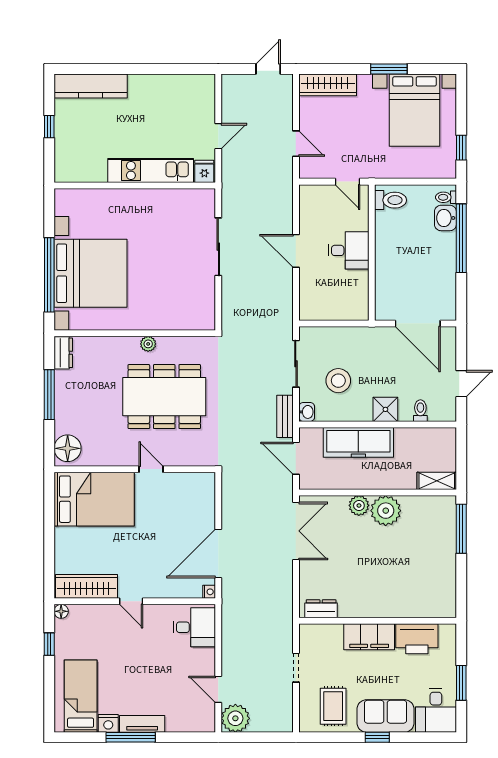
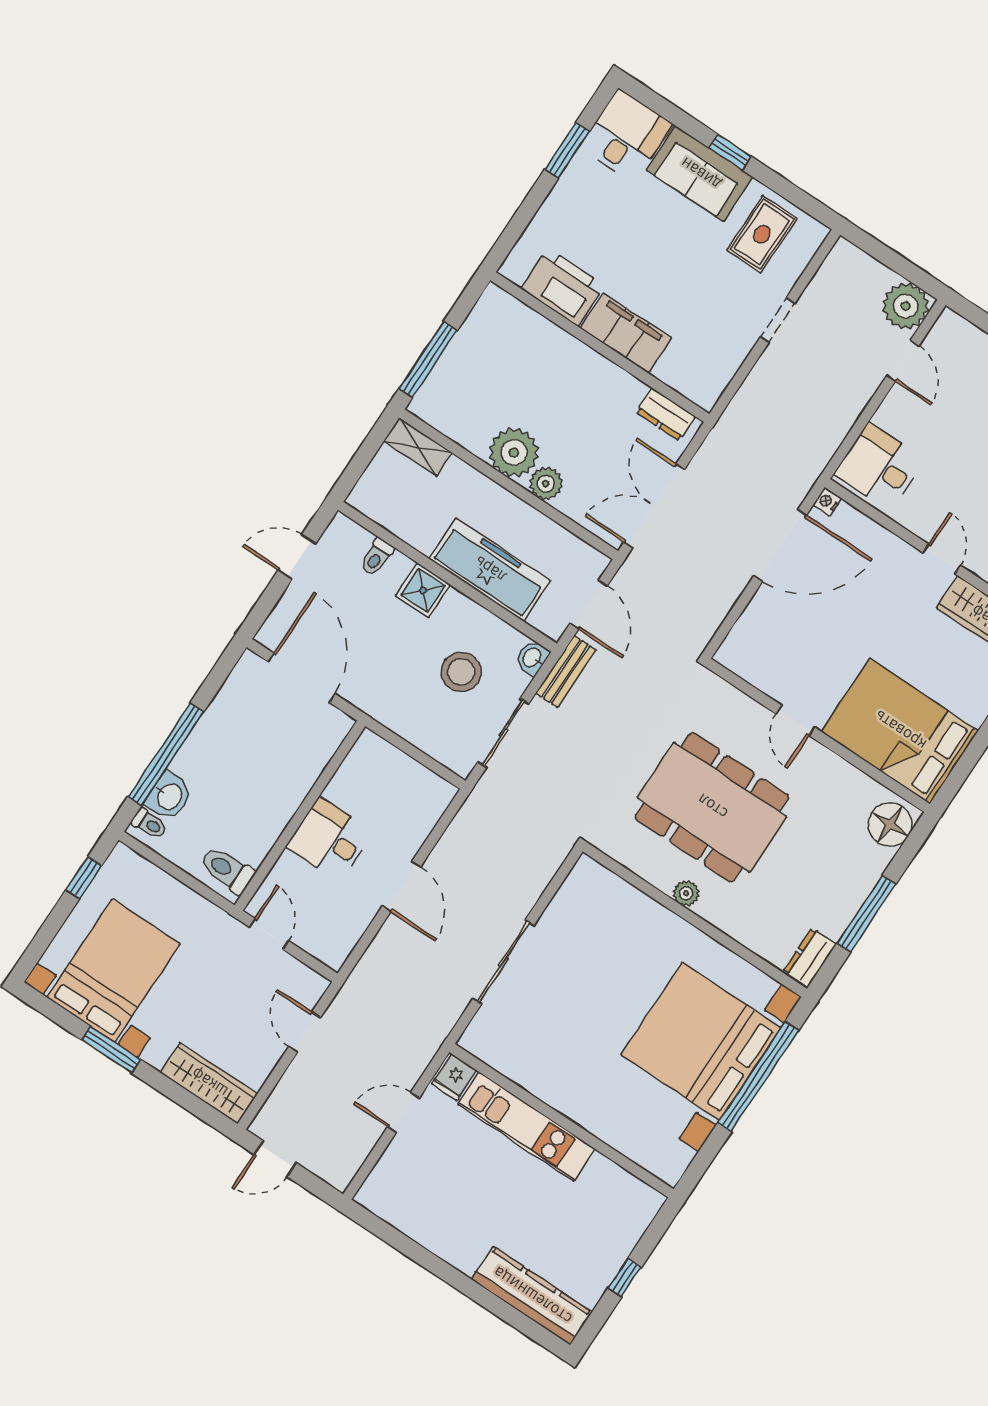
dresser: (321, 609) -> (666, 414), moved
wall: (378, 621) -> (600, 347), moved
filing cabinet: (369, 637) -> (626, 333), moved
printer: (417, 639) -> (563, 287), moved

